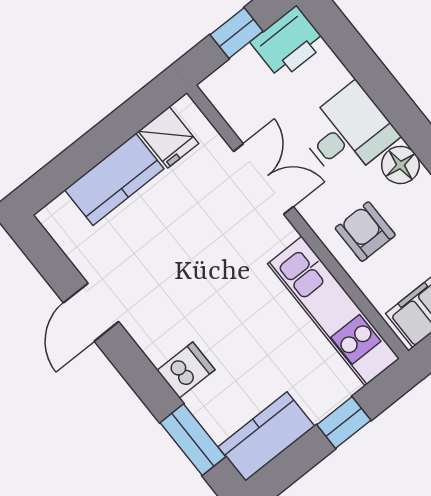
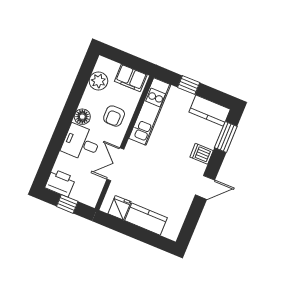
door: (91, 312) -> (205, 187), moved

